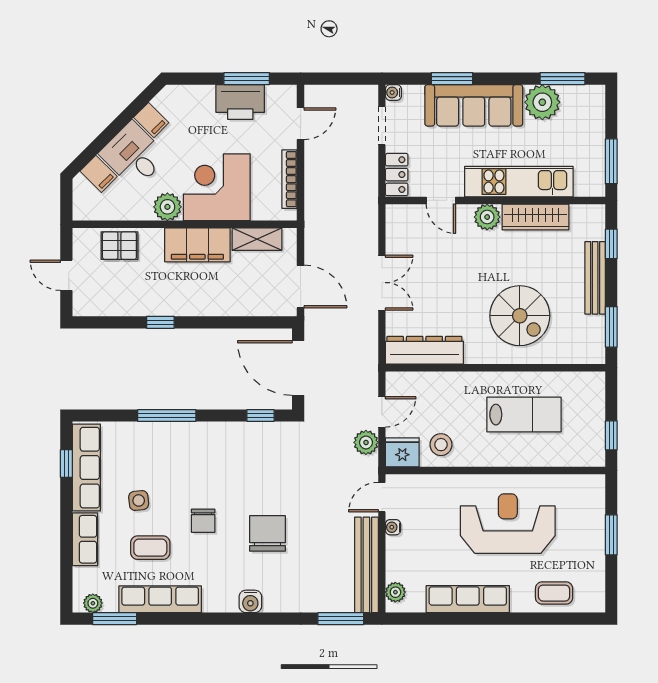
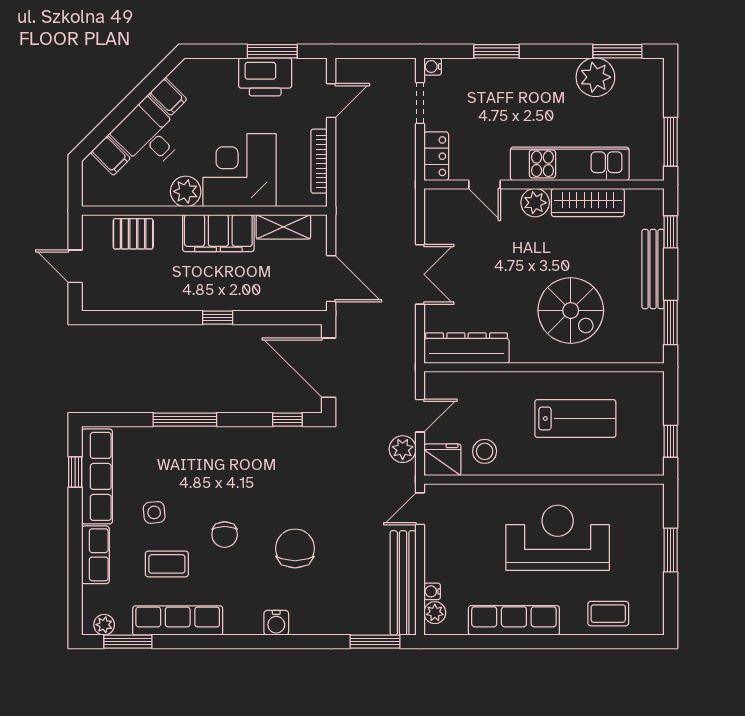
sofa: (474, 105) -> (520, 81), removed
window: (160, 322) -> (218, 318), moved
water cooler: (393, 527) -> (432, 591), moved

